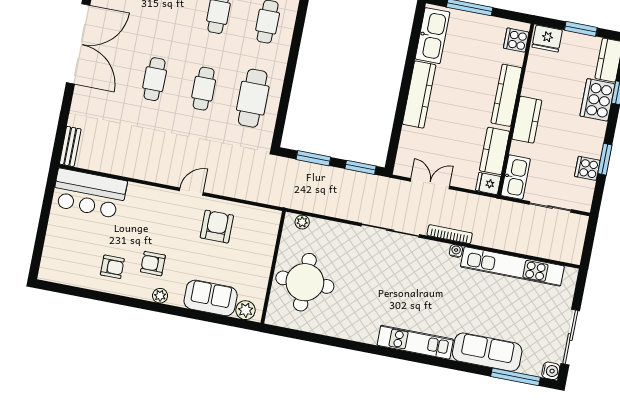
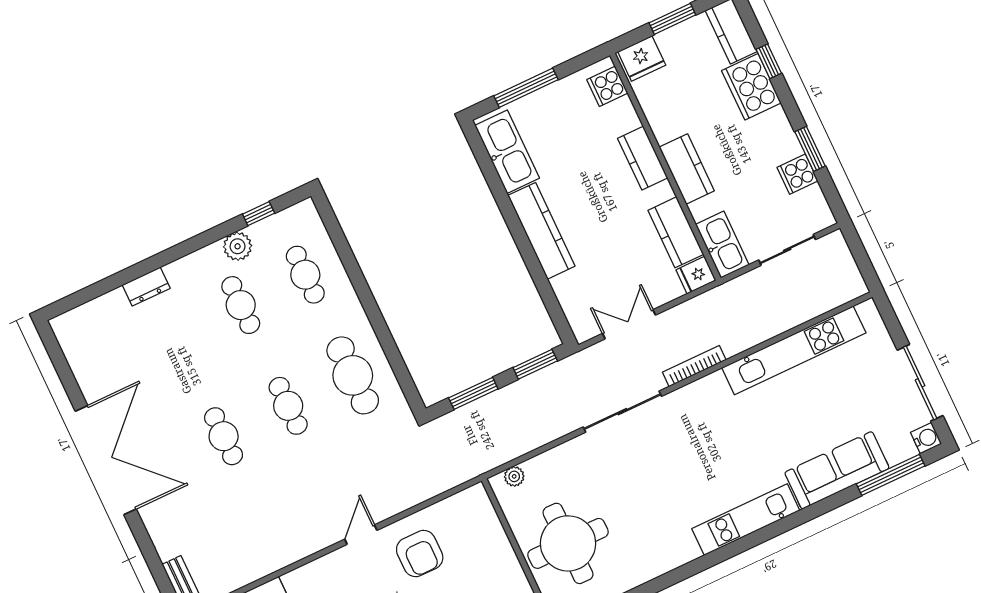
kitchen counter: (506, 95) -> (643, 158), width x0.67
armchair: (217, 227) -> (420, 554), turned 180
water cooler: (456, 251) -> (716, 380), removed

